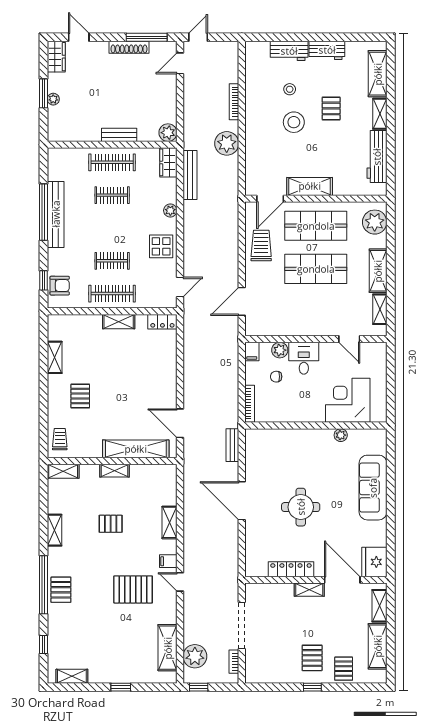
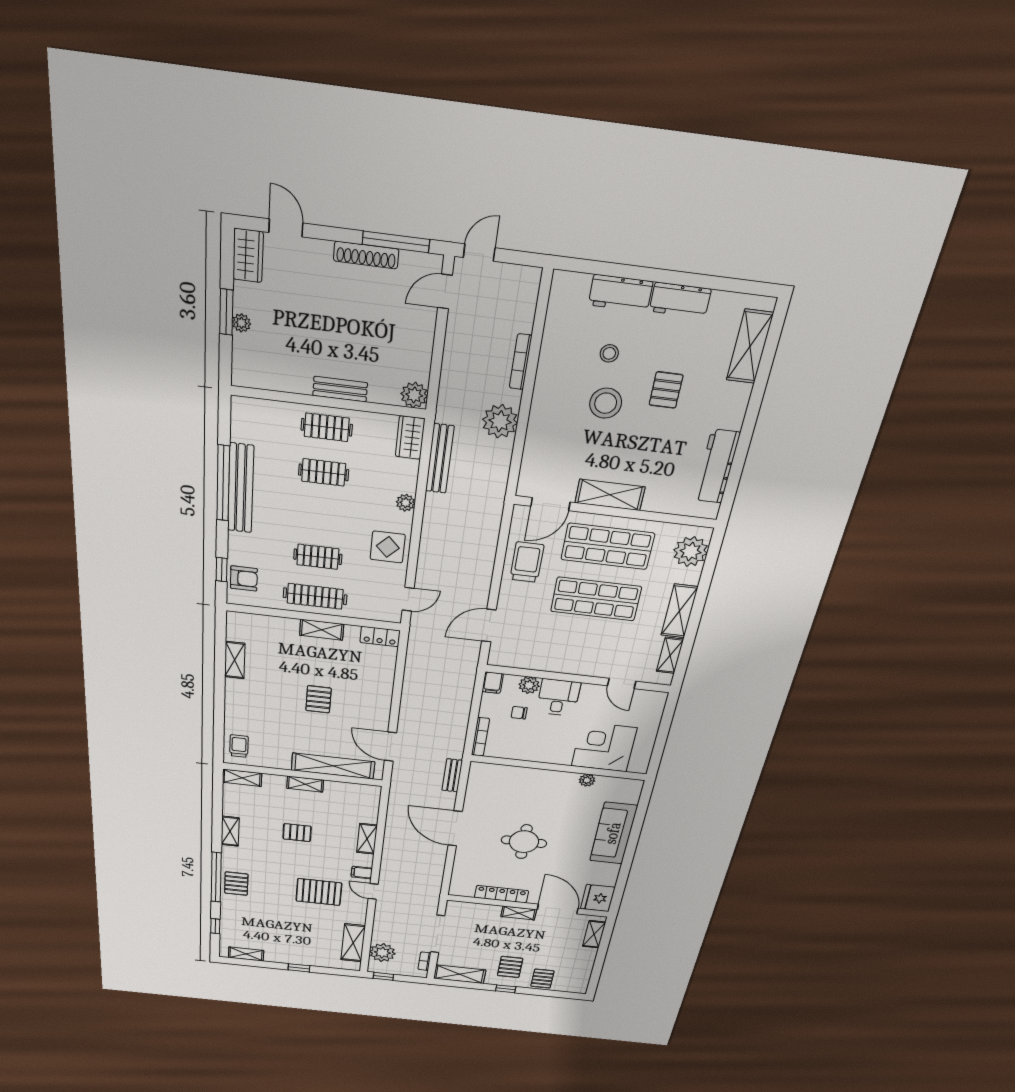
shelving: (380, 114) -> (737, 407), removed
clothes rail: (112, 162) -> (327, 427), width x0.73
pallet: (80, 396) -> (318, 699), moved
shelving: (378, 646) -> (460, 974), moved, turned 90

